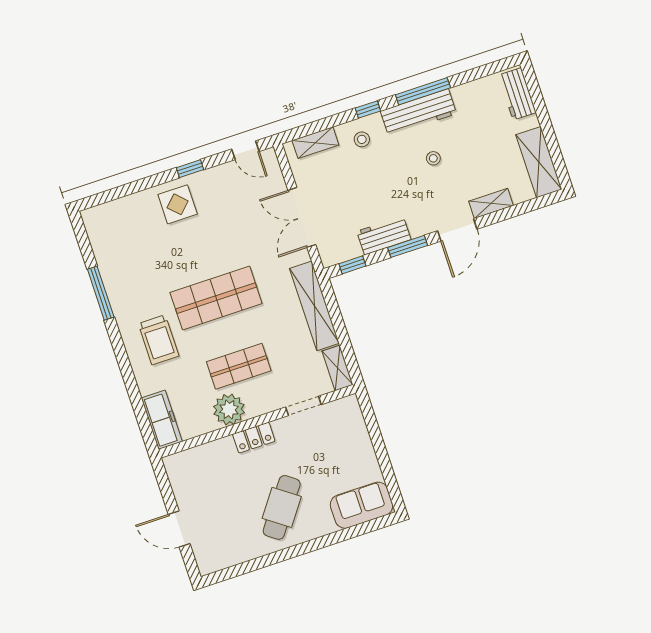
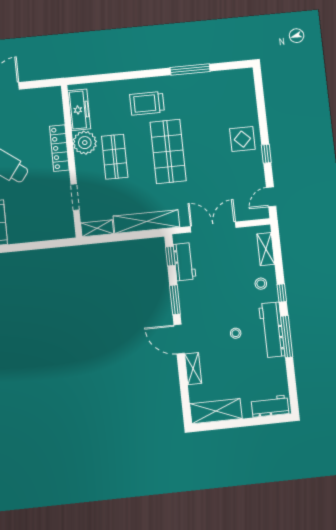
workbench: (384, 235) -> (184, 262), moved
freezer: (162, 420) -> (79, 110), moved, turned -90
locker: (254, 438) -> (59, 148), width x1.53

